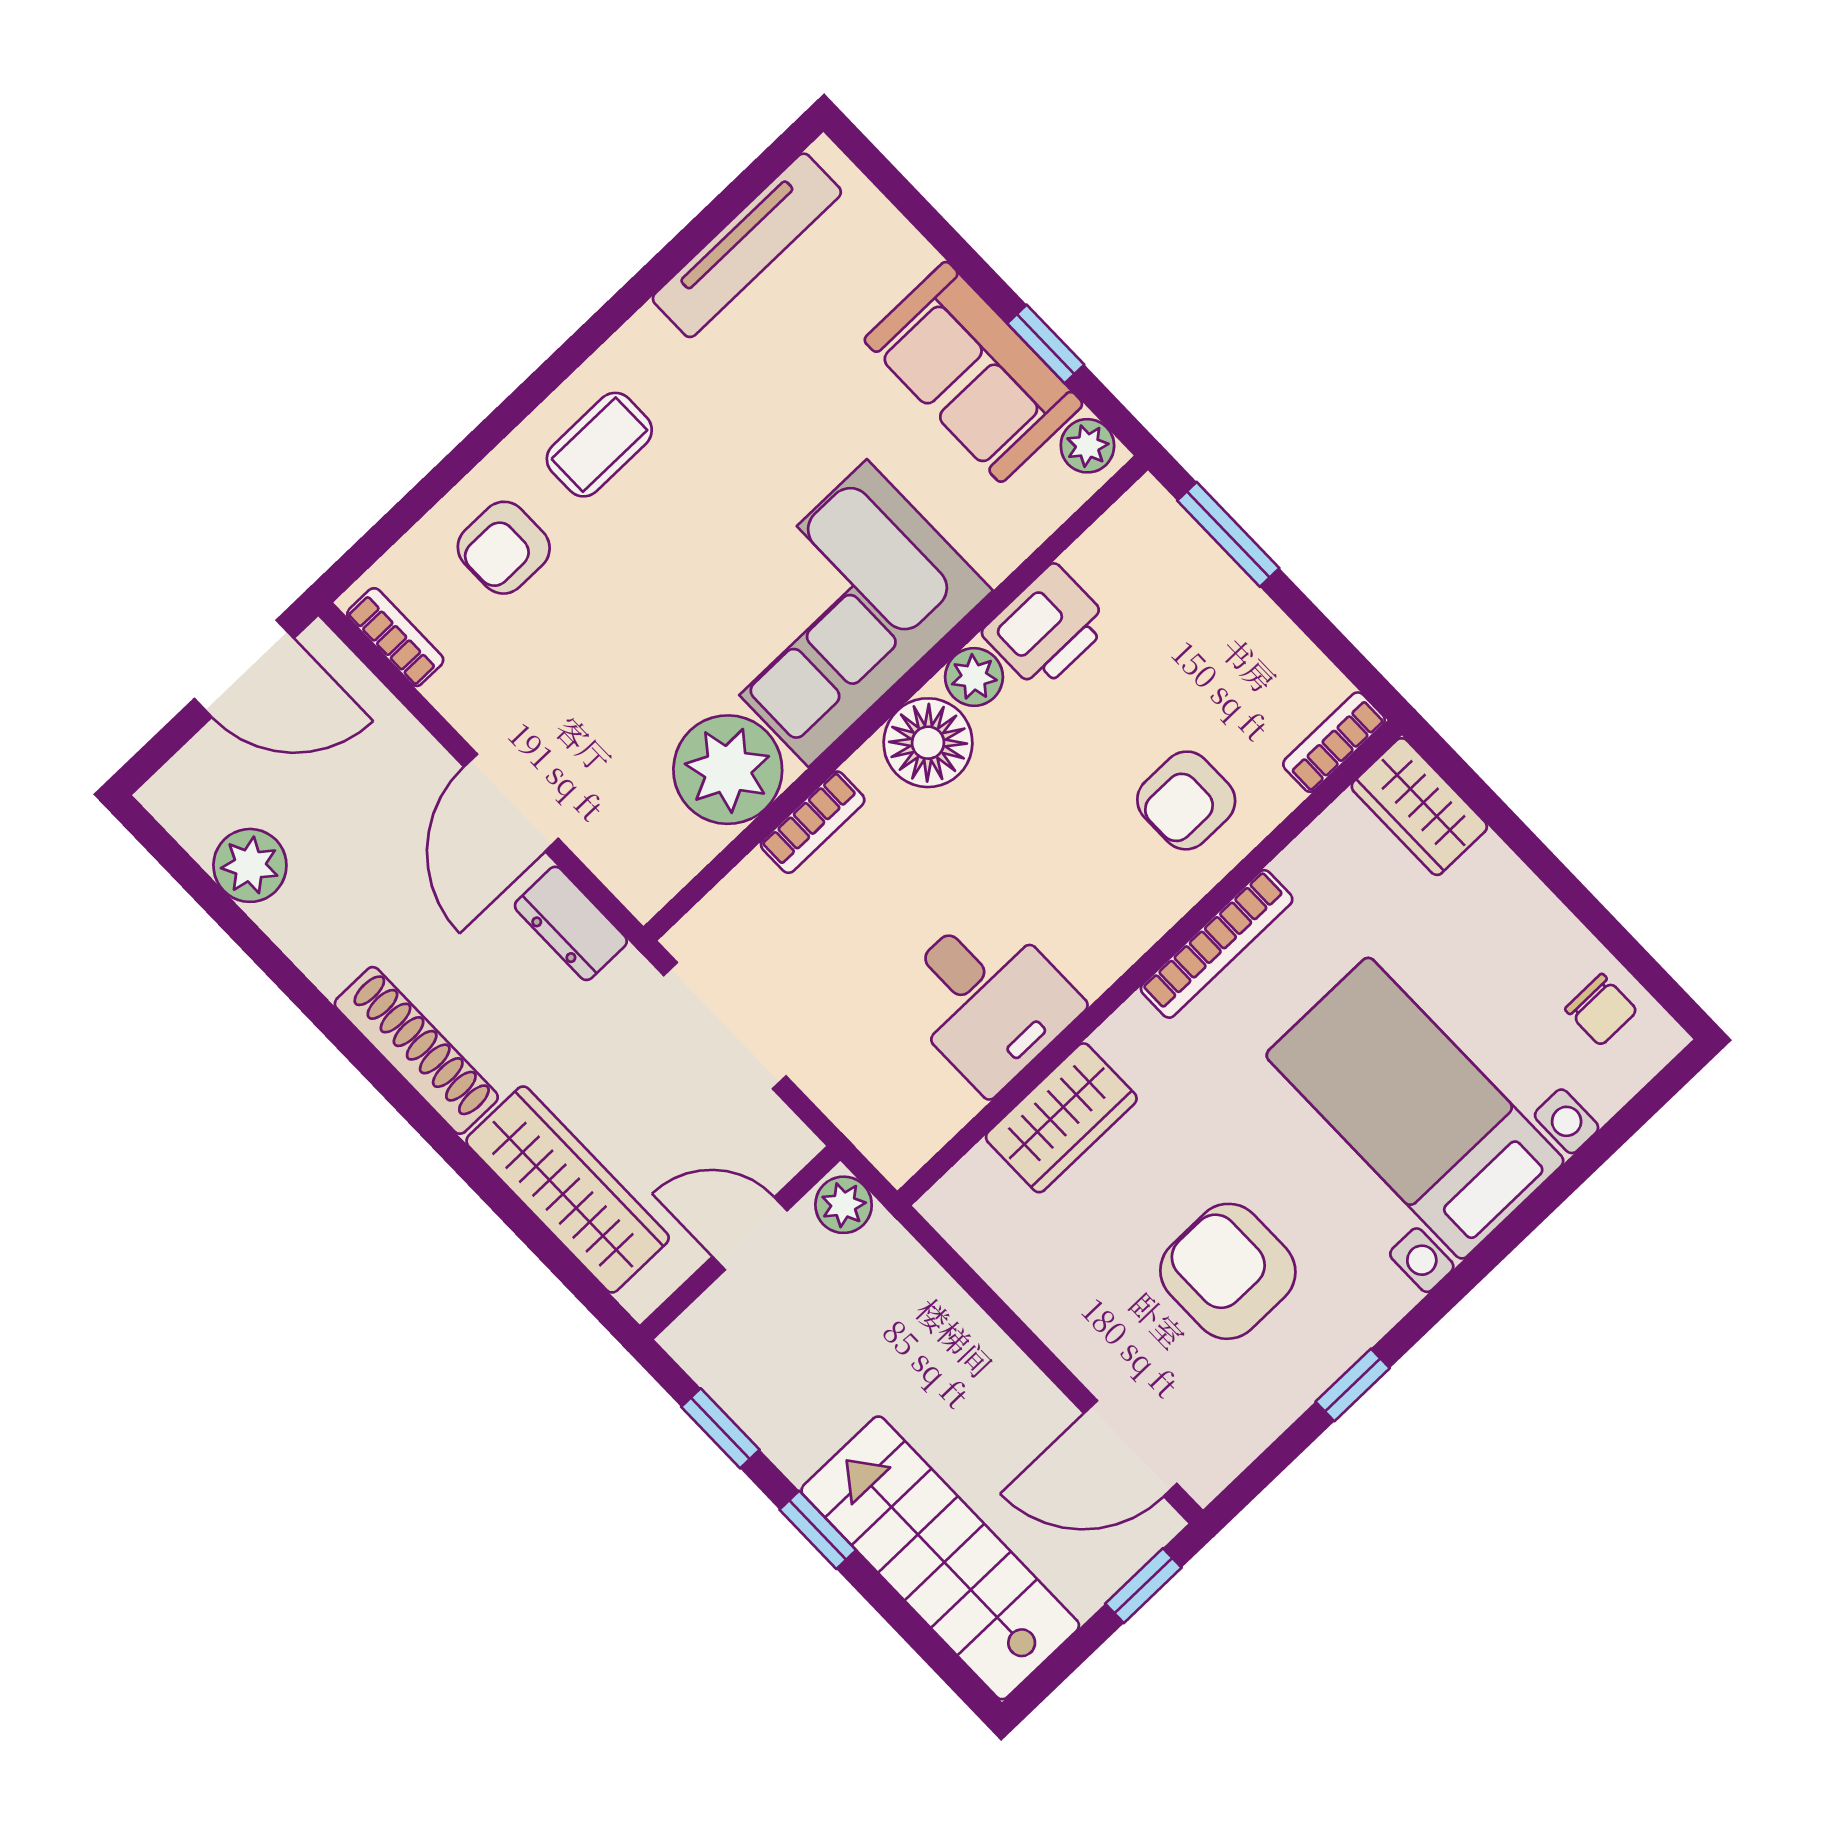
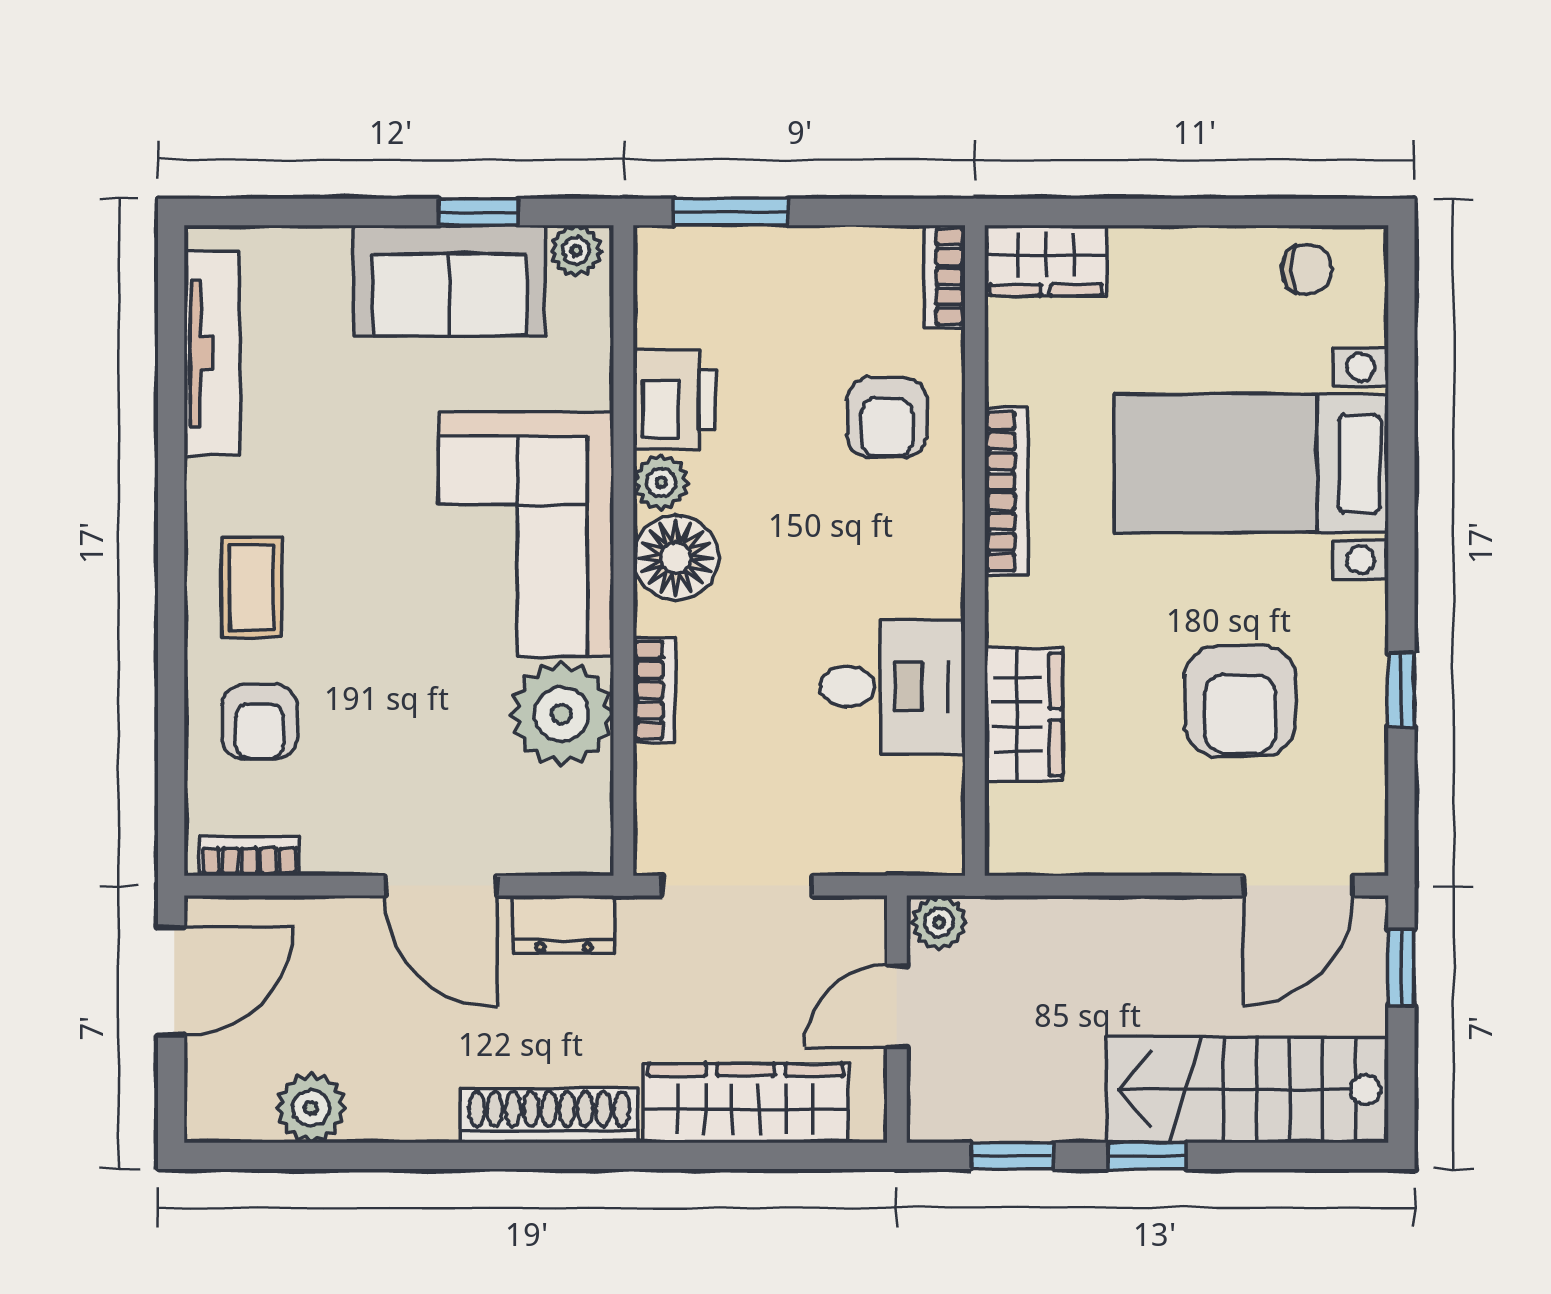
armchair: (1228, 1271) -> (1240, 701), turned -90

